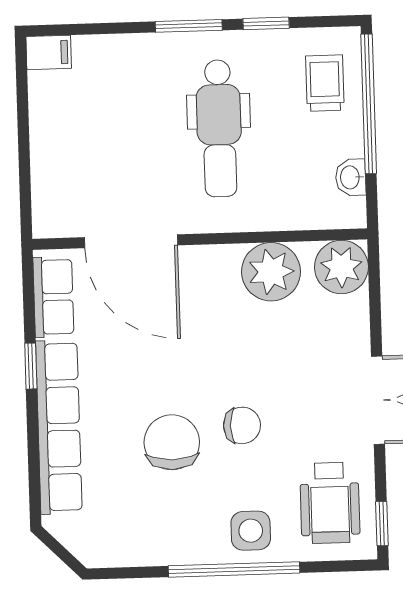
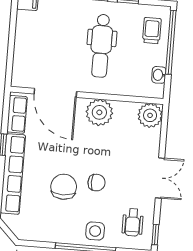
plant: (271, 272) -> (99, 112), moved
wheelchair: (330, 503) -> (133, 222), width x0.73, depth x0.73

